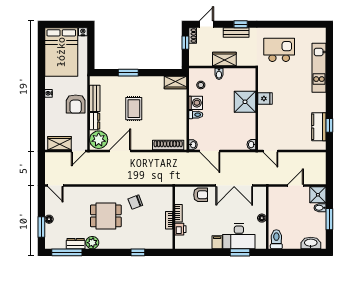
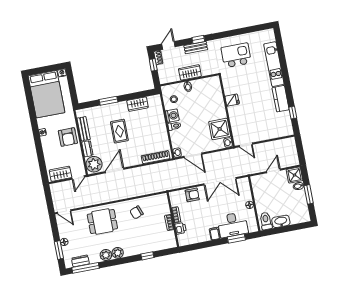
wardrobe: (175, 83) -> (137, 104), moved
shower: (245, 102) -> (220, 129), moved
kitchen counter: (319, 127) -> (281, 99), moved
dining table: (106, 216) -> (102, 221), moved
plant: (106, 243) -> (118, 253), added
washbasin: (311, 243) -> (281, 221), moved
dresser: (76, 244) -> (80, 261), moved

